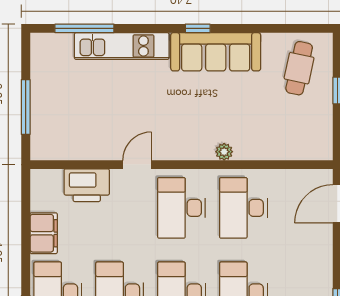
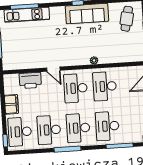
kitchen unit: (122, 46) -> (27, 15), moved
door: (137, 165) -> (53, 69), swing flipped

